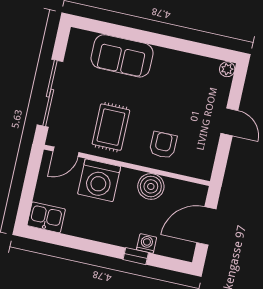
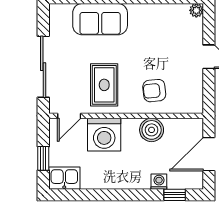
armchair: (163, 145) -> (154, 91), turned -96
window: (28, 191) -> (43, 158), added
window: (136, 256) -> (175, 195), moved

